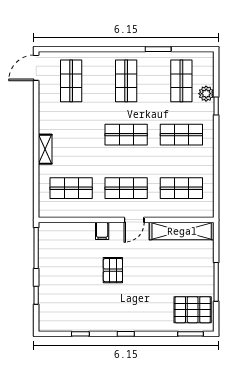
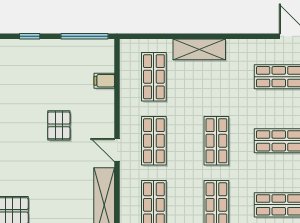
shelving: (45, 149) -> (199, 49), width x1.50, depth x1.33
filing cabinet: (102, 231) -> (104, 81), moved
pallet: (113, 270) -> (59, 125), turned 90

